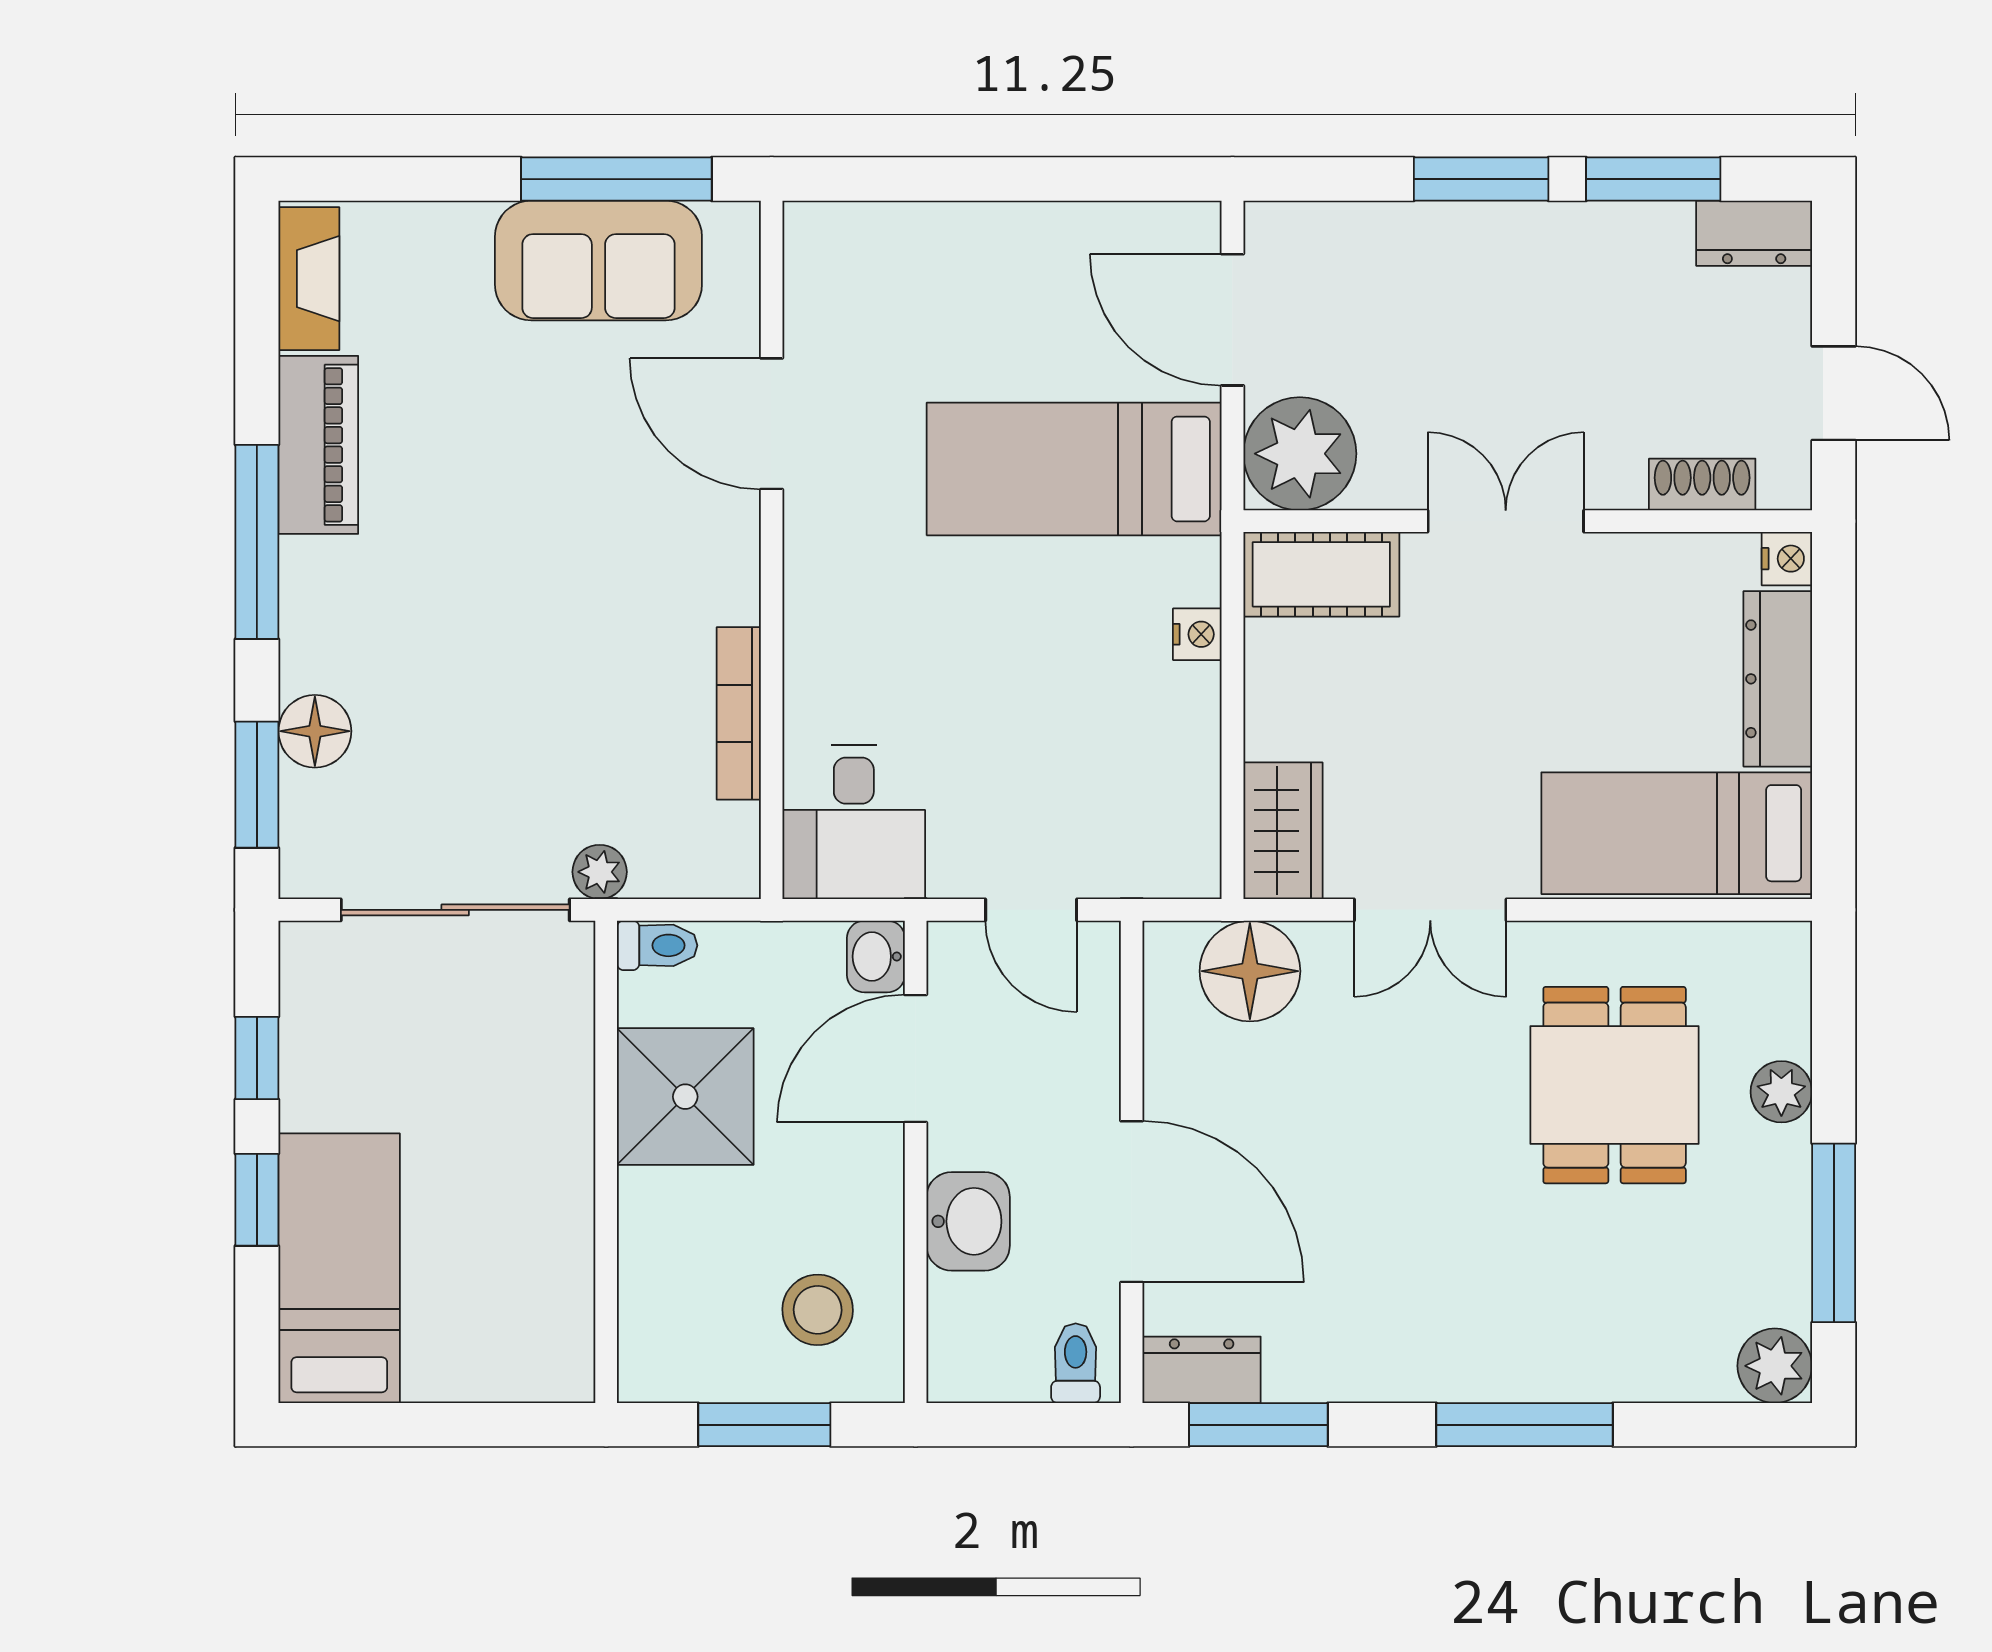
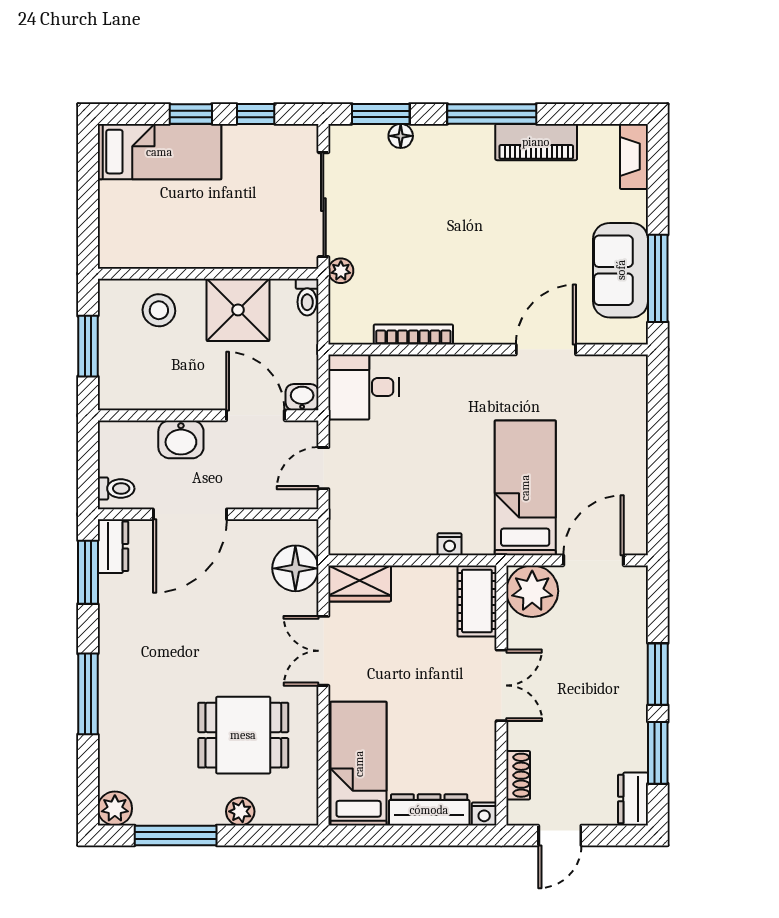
fireplace: (309, 279) -> (634, 156), moved, turned 90
floor lamp: (315, 731) -> (401, 136), width x0.73, depth x0.73
stool: (818, 1310) -> (159, 310), moved

